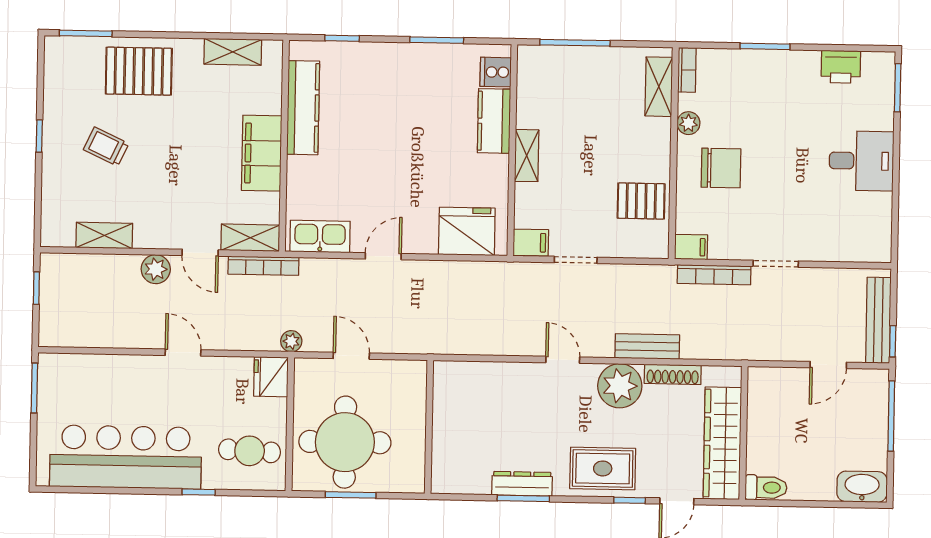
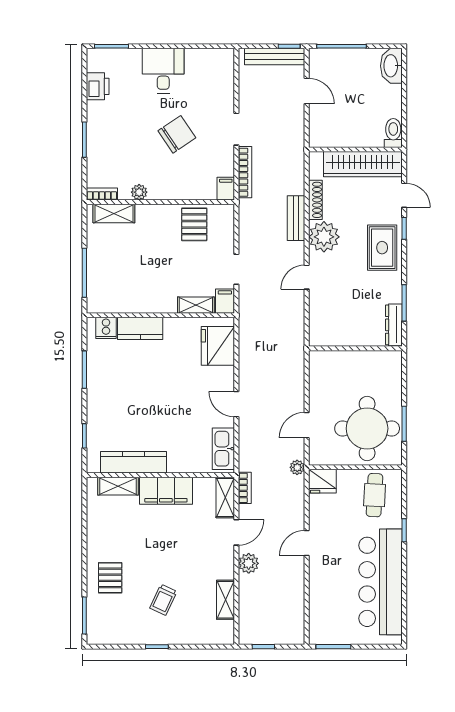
shelving: (233, 52) -> (118, 486), moved, turned 90
pallet: (139, 71) -> (110, 578), width x0.67, depth x0.71
shelving: (527, 156) -> (196, 305), moved
chair: (721, 168) -> (177, 134), moved, turned 56
bookcase: (263, 266) -> (245, 488), width x0.64
wall: (429, 427) -> (355, 348), moved
dresser: (522, 484) -> (394, 325), moved

